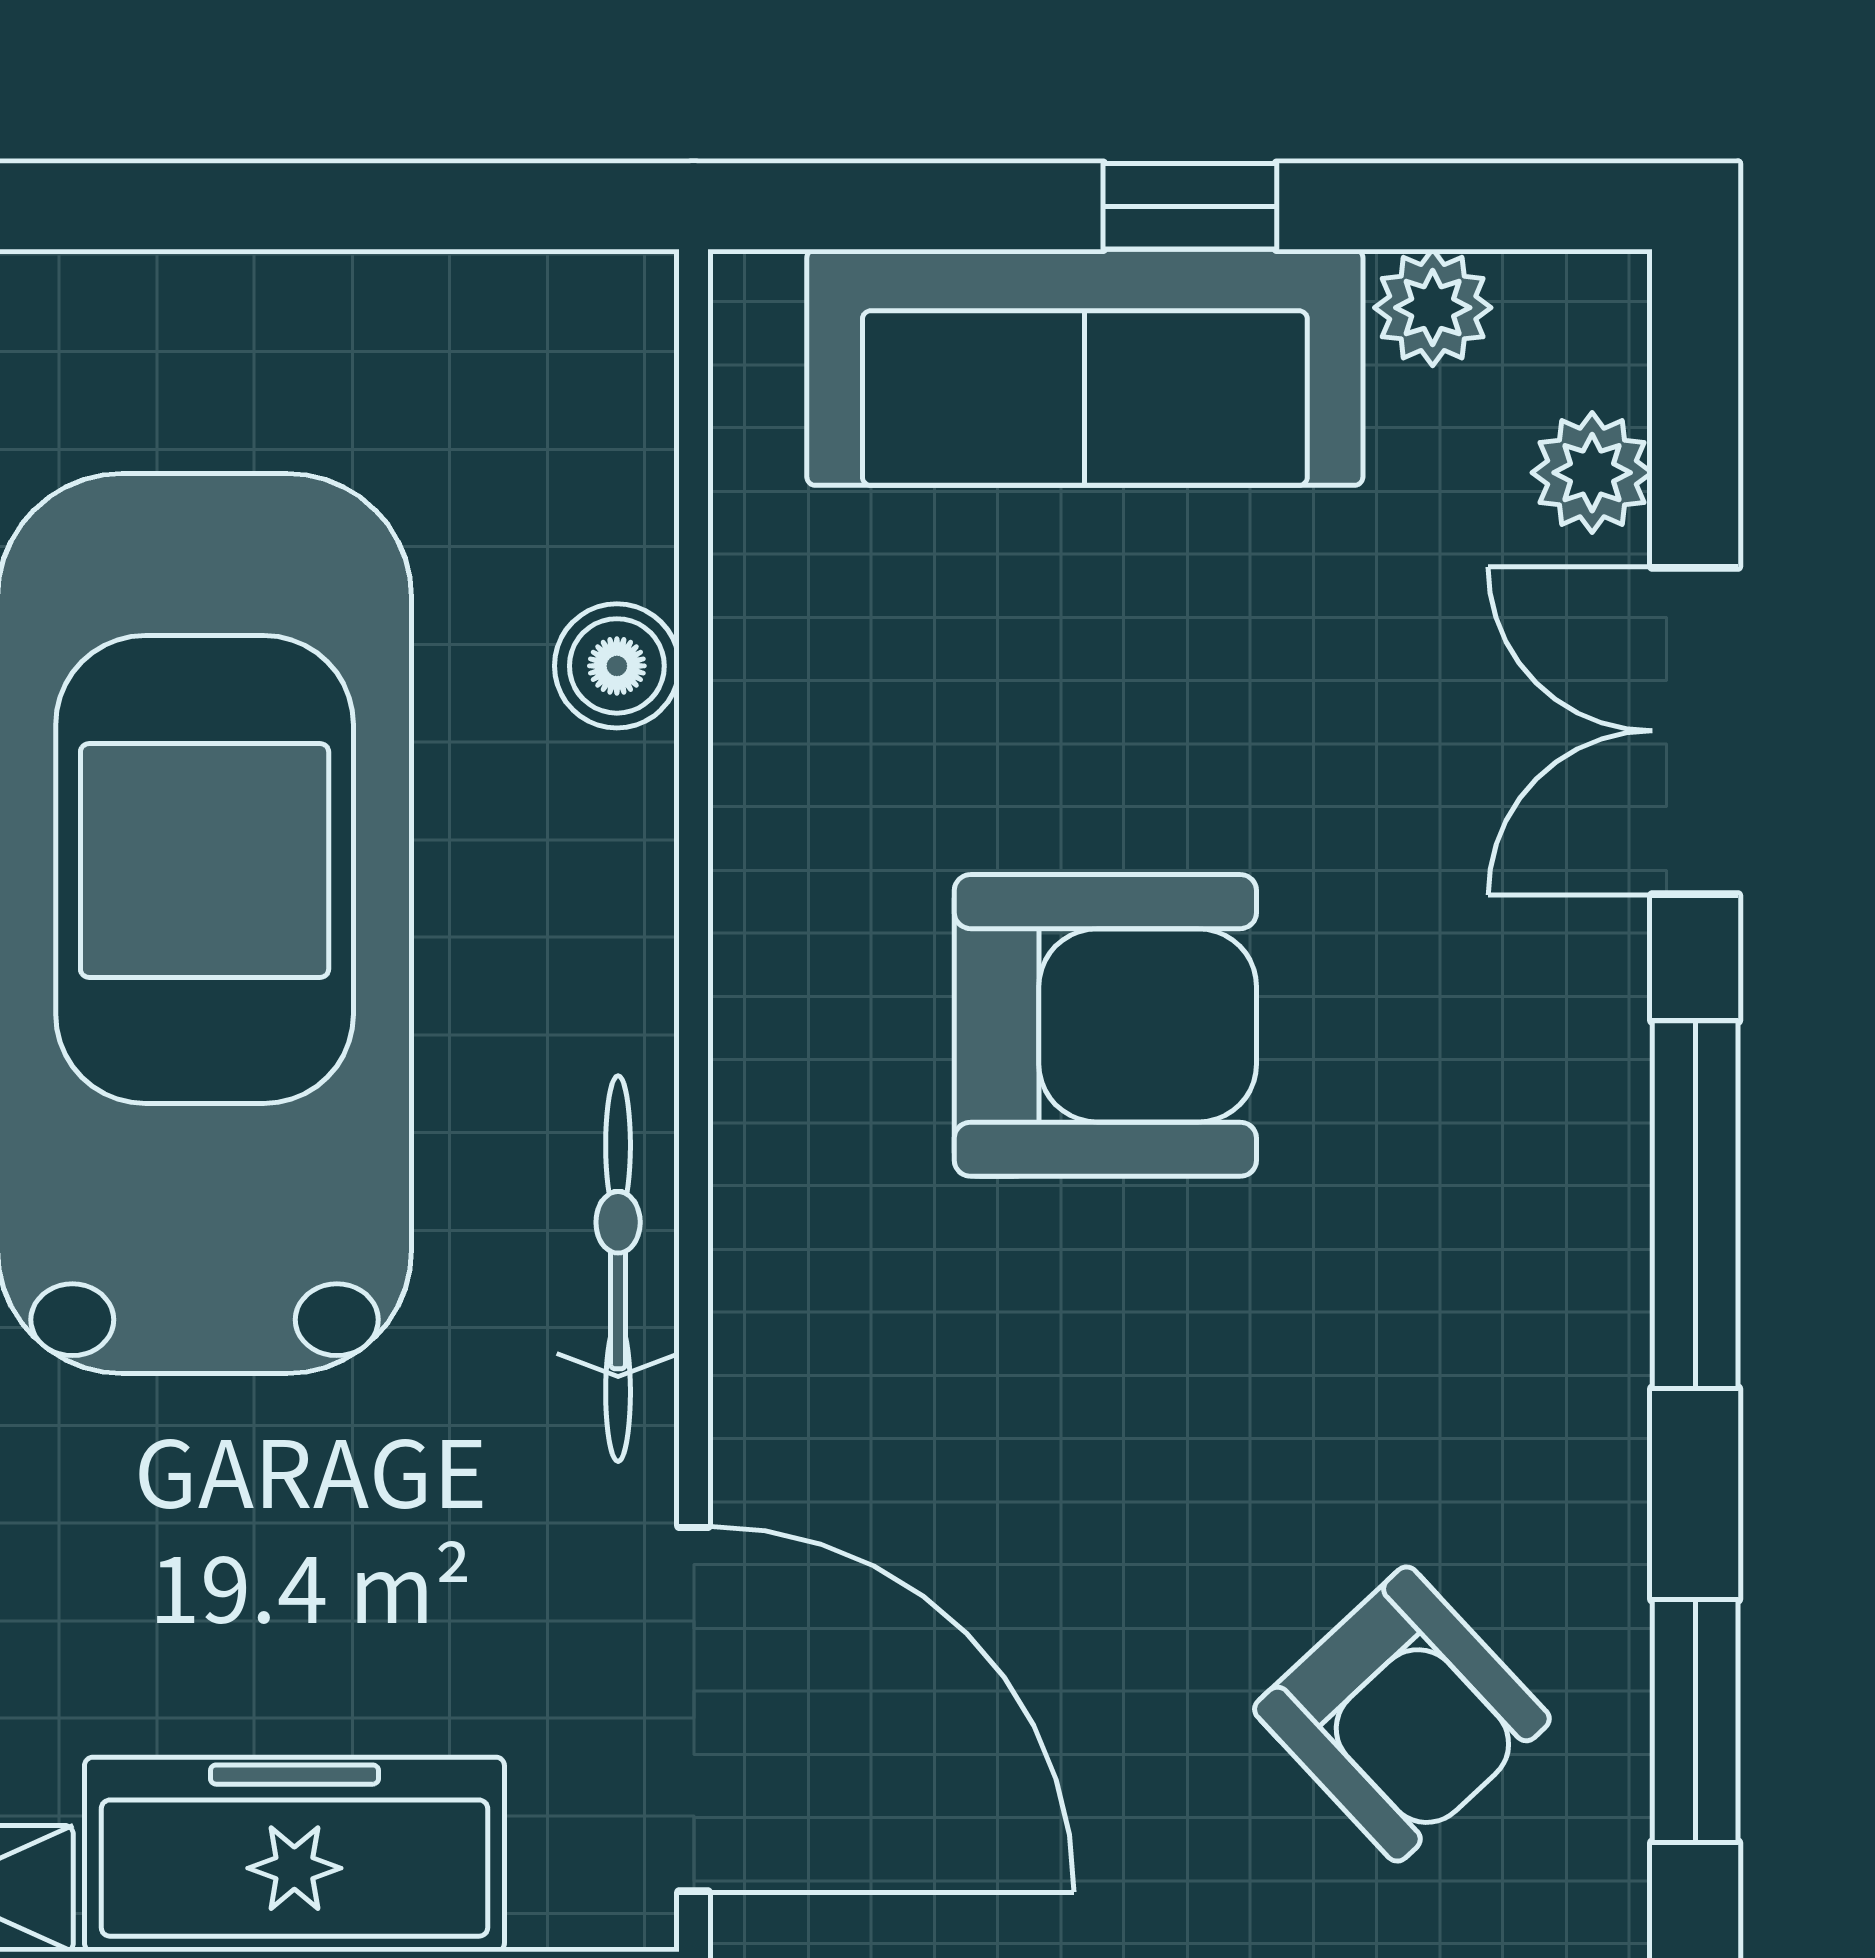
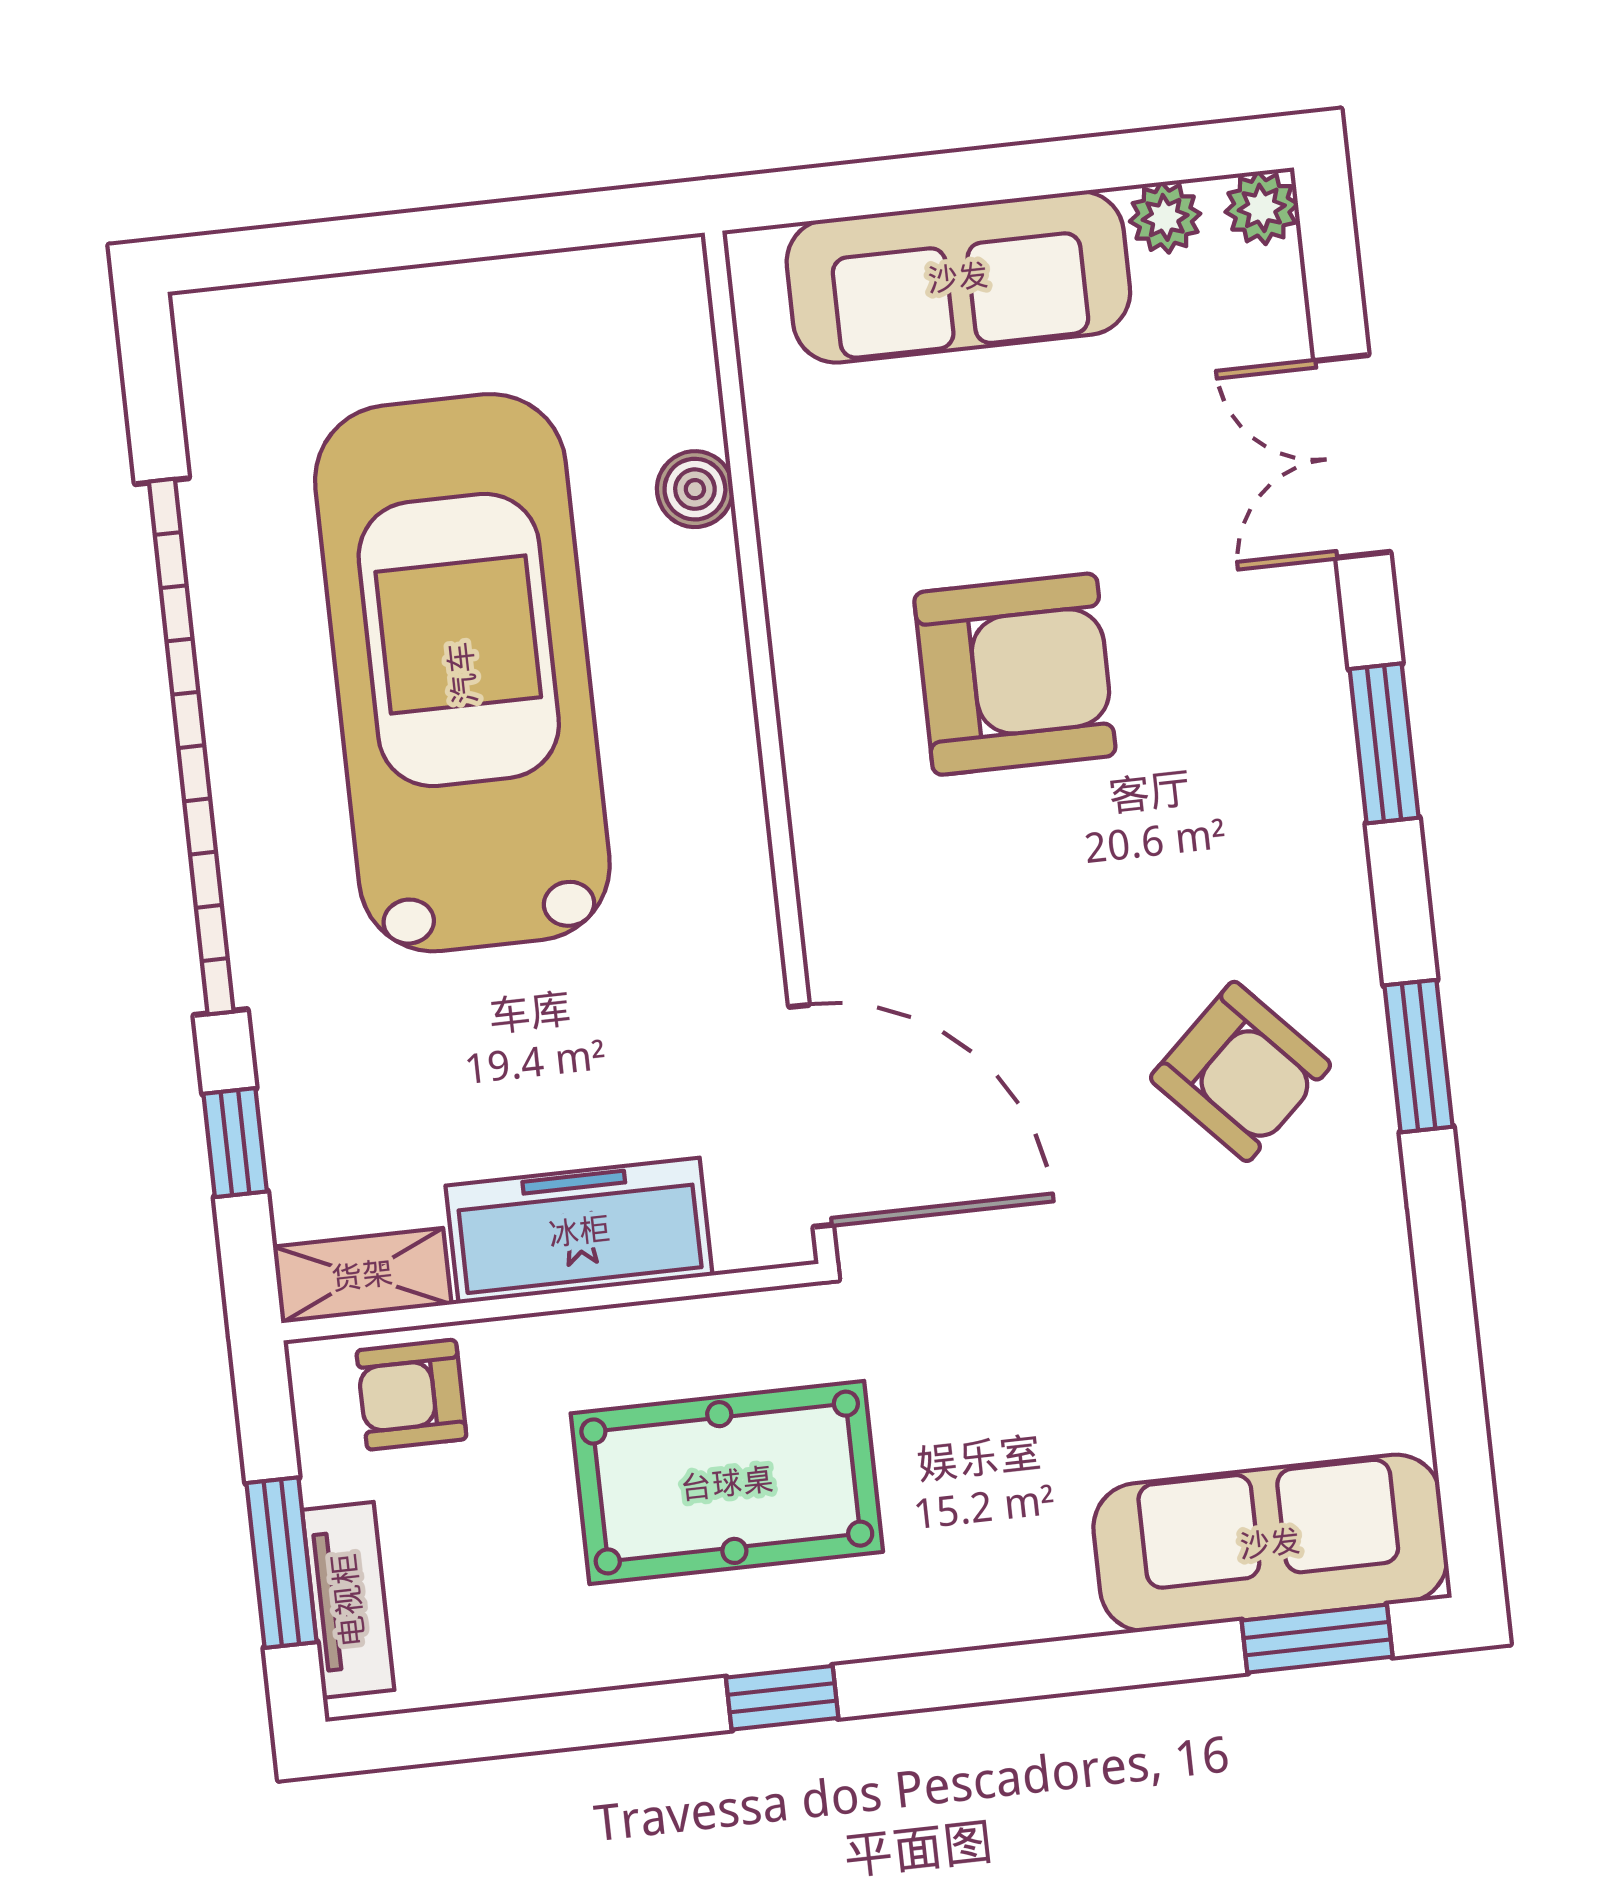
window: (1190, 206) -> (1011, 172), removed
plant: (1592, 473) -> (1262, 208), moved
window: (1695, 1205) -> (1384, 743), width x0.69
bicycle: (618, 1269) -> (736, 854), removed

